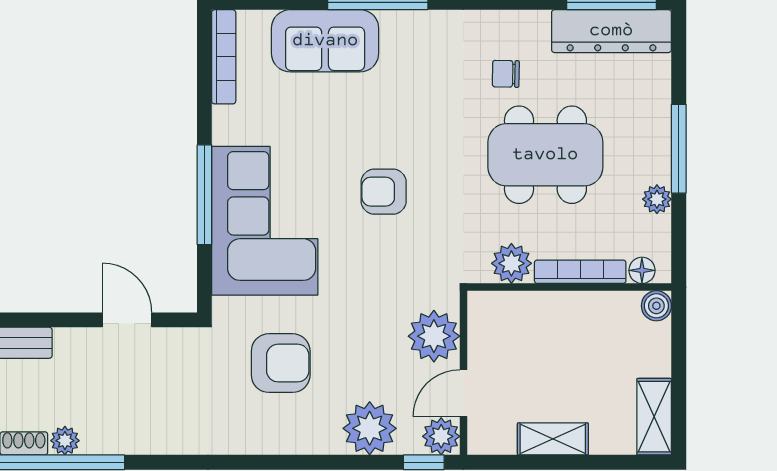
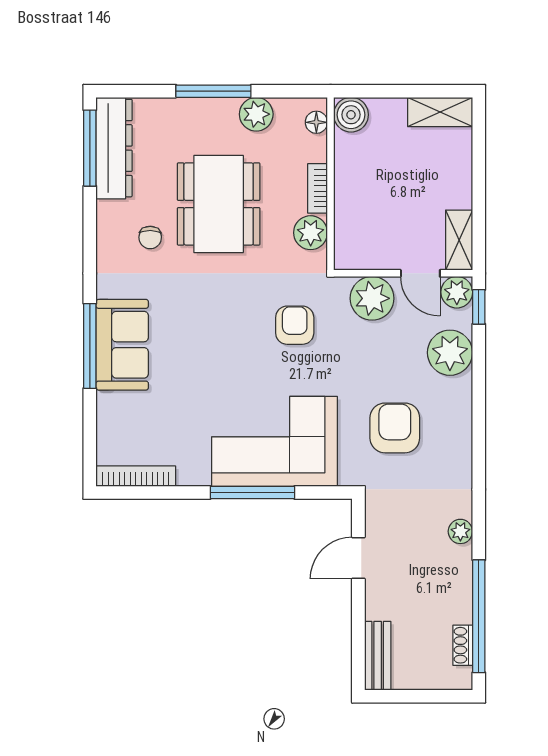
sofa: (325, 41) -> (122, 345), moved
armchair: (384, 192) -> (295, 325), moved, turned 180
plant: (657, 199) -> (256, 114), width x1.38, depth x1.38
bookcase: (580, 272) -> (318, 188), width x0.64
boiler: (656, 306) -> (351, 115), width x1.36, depth x1.36
shelving: (553, 439) -> (459, 240), moved
plant: (65, 441) -> (460, 531), moved

